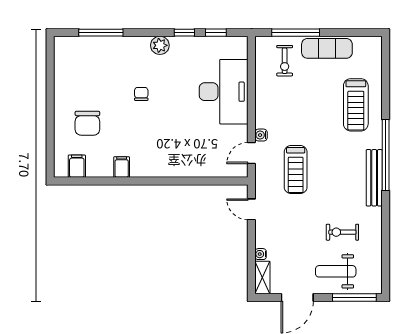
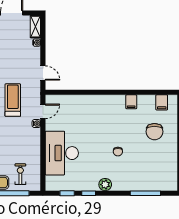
chair: (87, 123) -> (154, 132), turned 180

